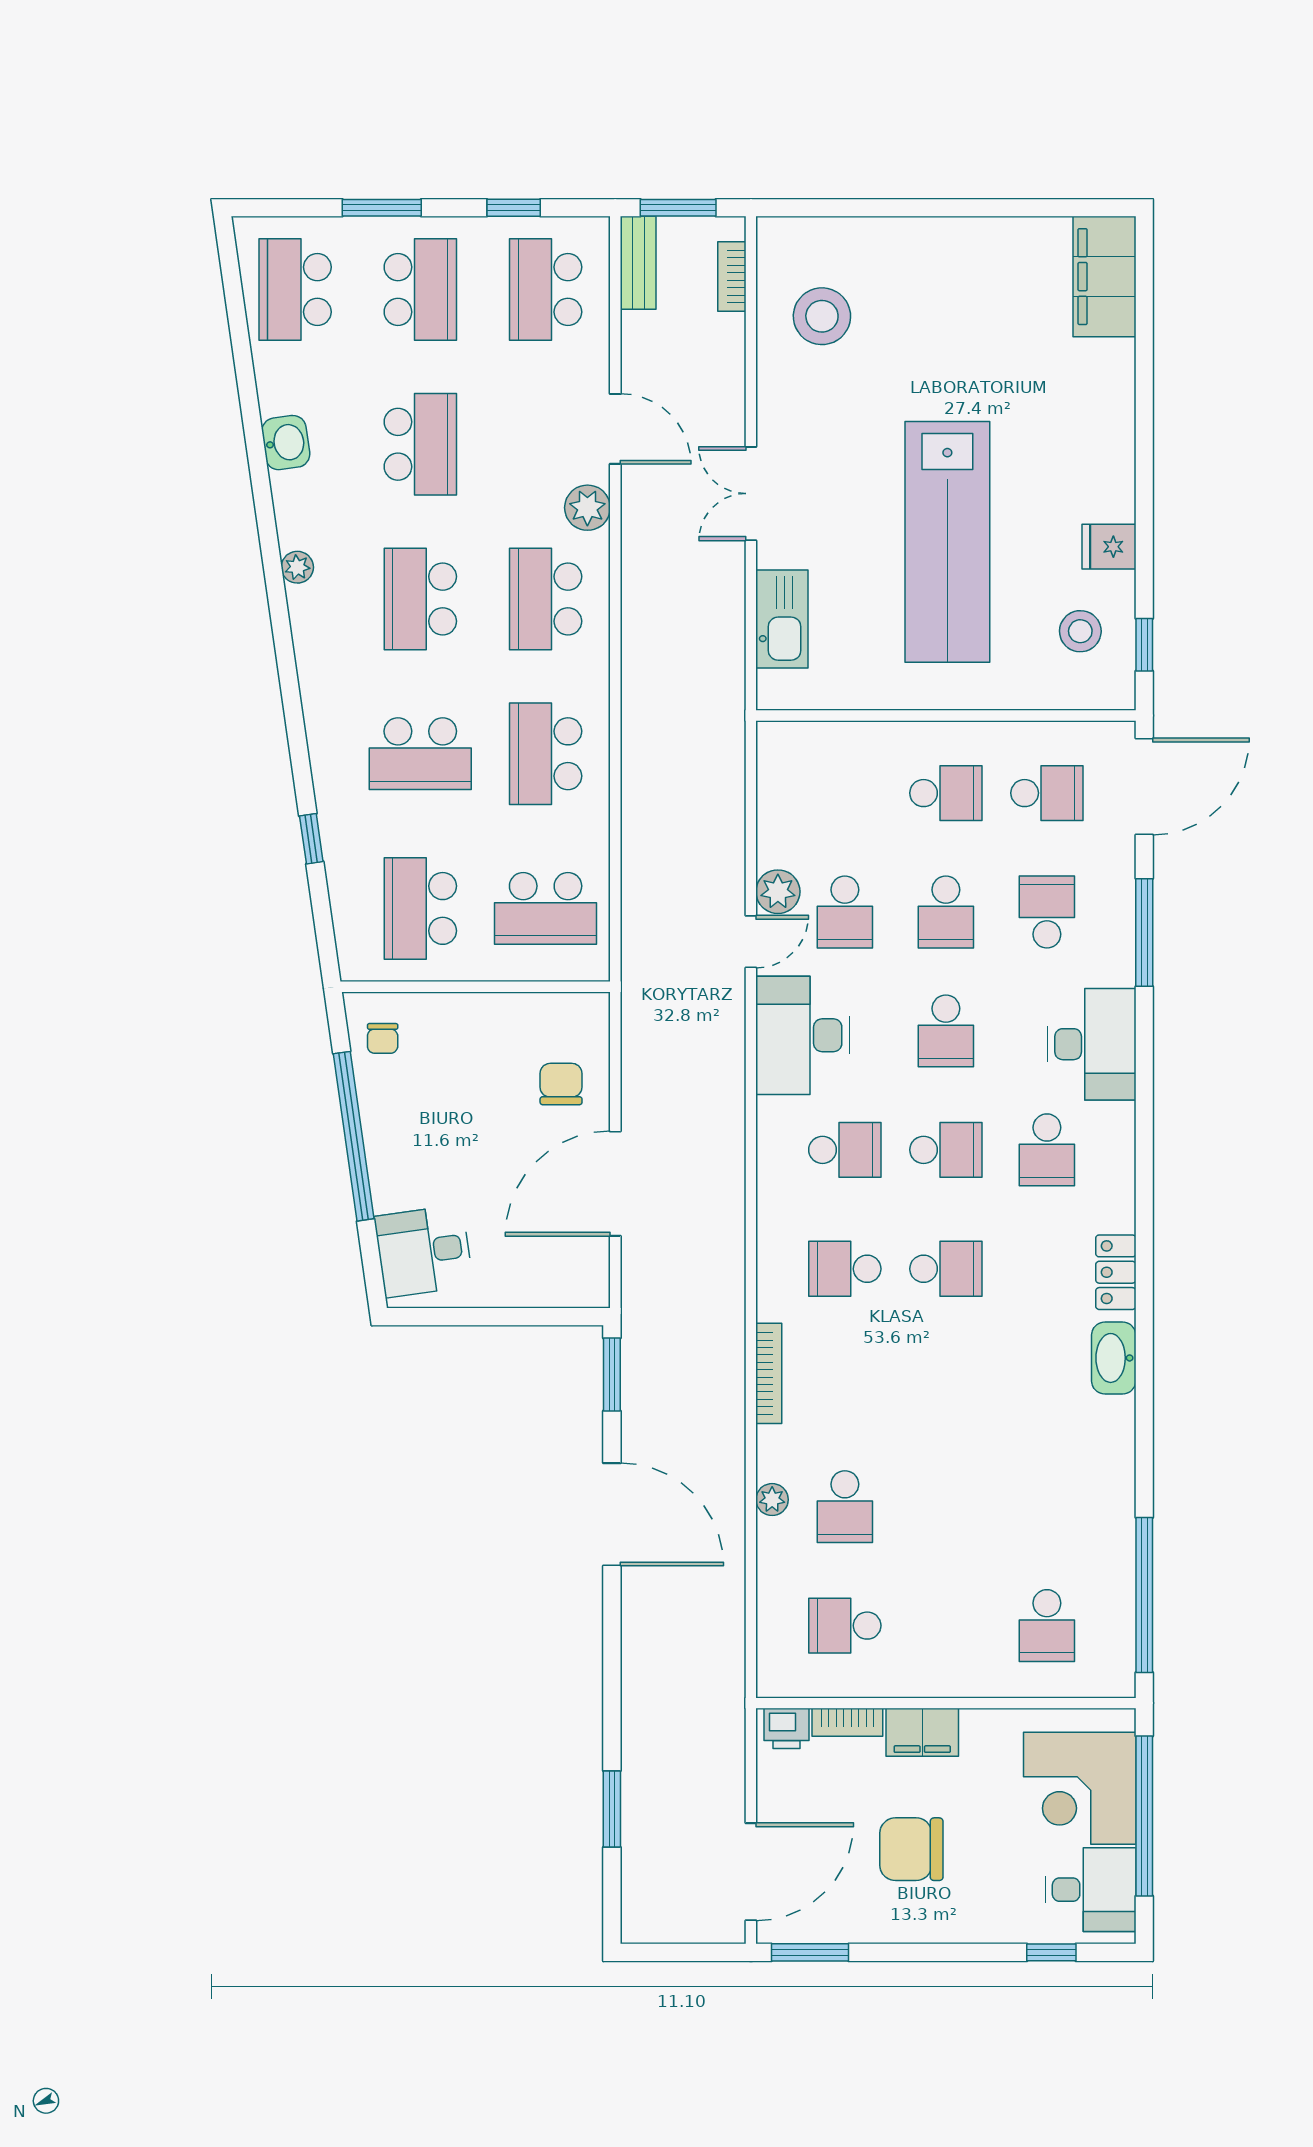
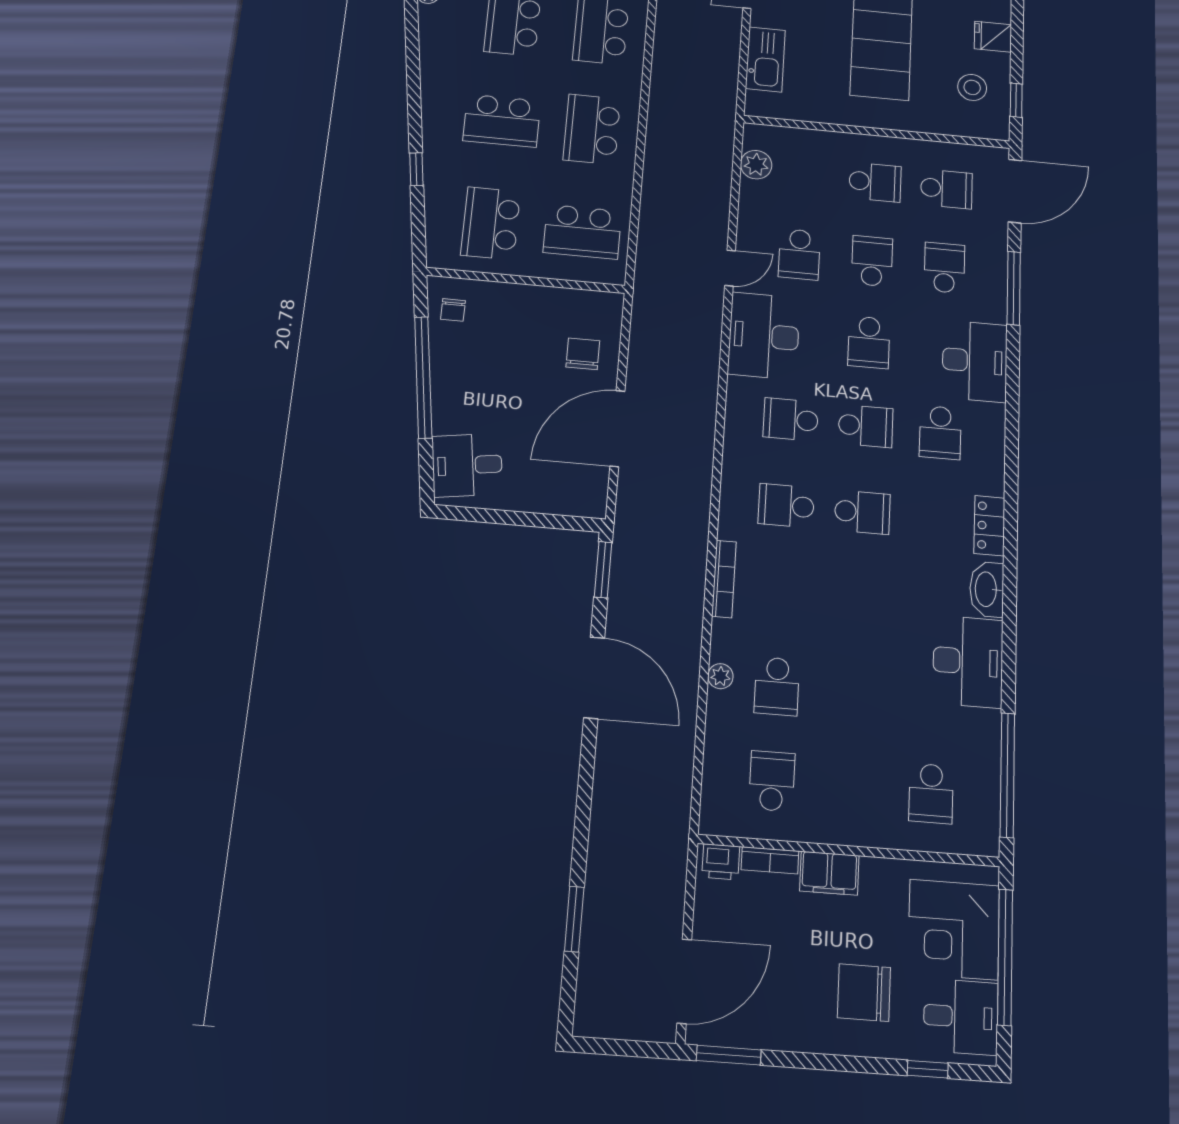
plant: (778, 892) -> (756, 165), moved
school desk: (946, 912) -> (872, 261), turned 180
school desk: (845, 1150) -> (791, 419), turned 180
desk: (1091, 1455) -> (968, 662), added
school desk: (845, 1626) -> (772, 781), turned 90
chair: (911, 1849) -> (864, 993), moved

